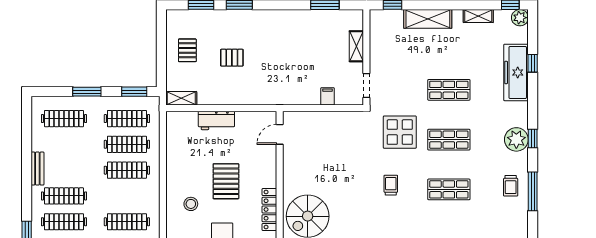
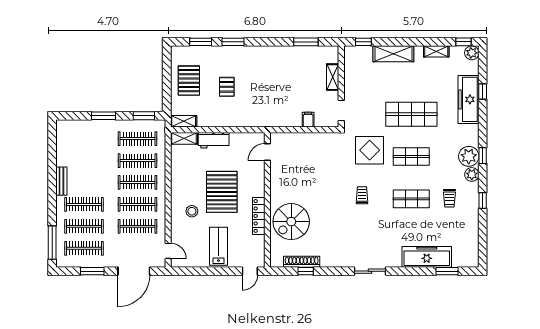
pallet: (187, 50) -> (189, 81), width x1.50, depth x1.42
pallet: (232, 58) -> (227, 87), turned 90
shop shelf: (449, 90) -> (411, 114), width x1.43, depth x1.36
shelving: (182, 118) -> (184, 138), added
clothes rail: (64, 119) -> (138, 204), moved
plant: (520, 161) -> (472, 174), added
pallet: (226, 181) -> (222, 192), width x1.37, depth x1.41
trolley: (511, 186) -> (449, 198), moved
window: (533, 191) -> (483, 201), width x0.46

